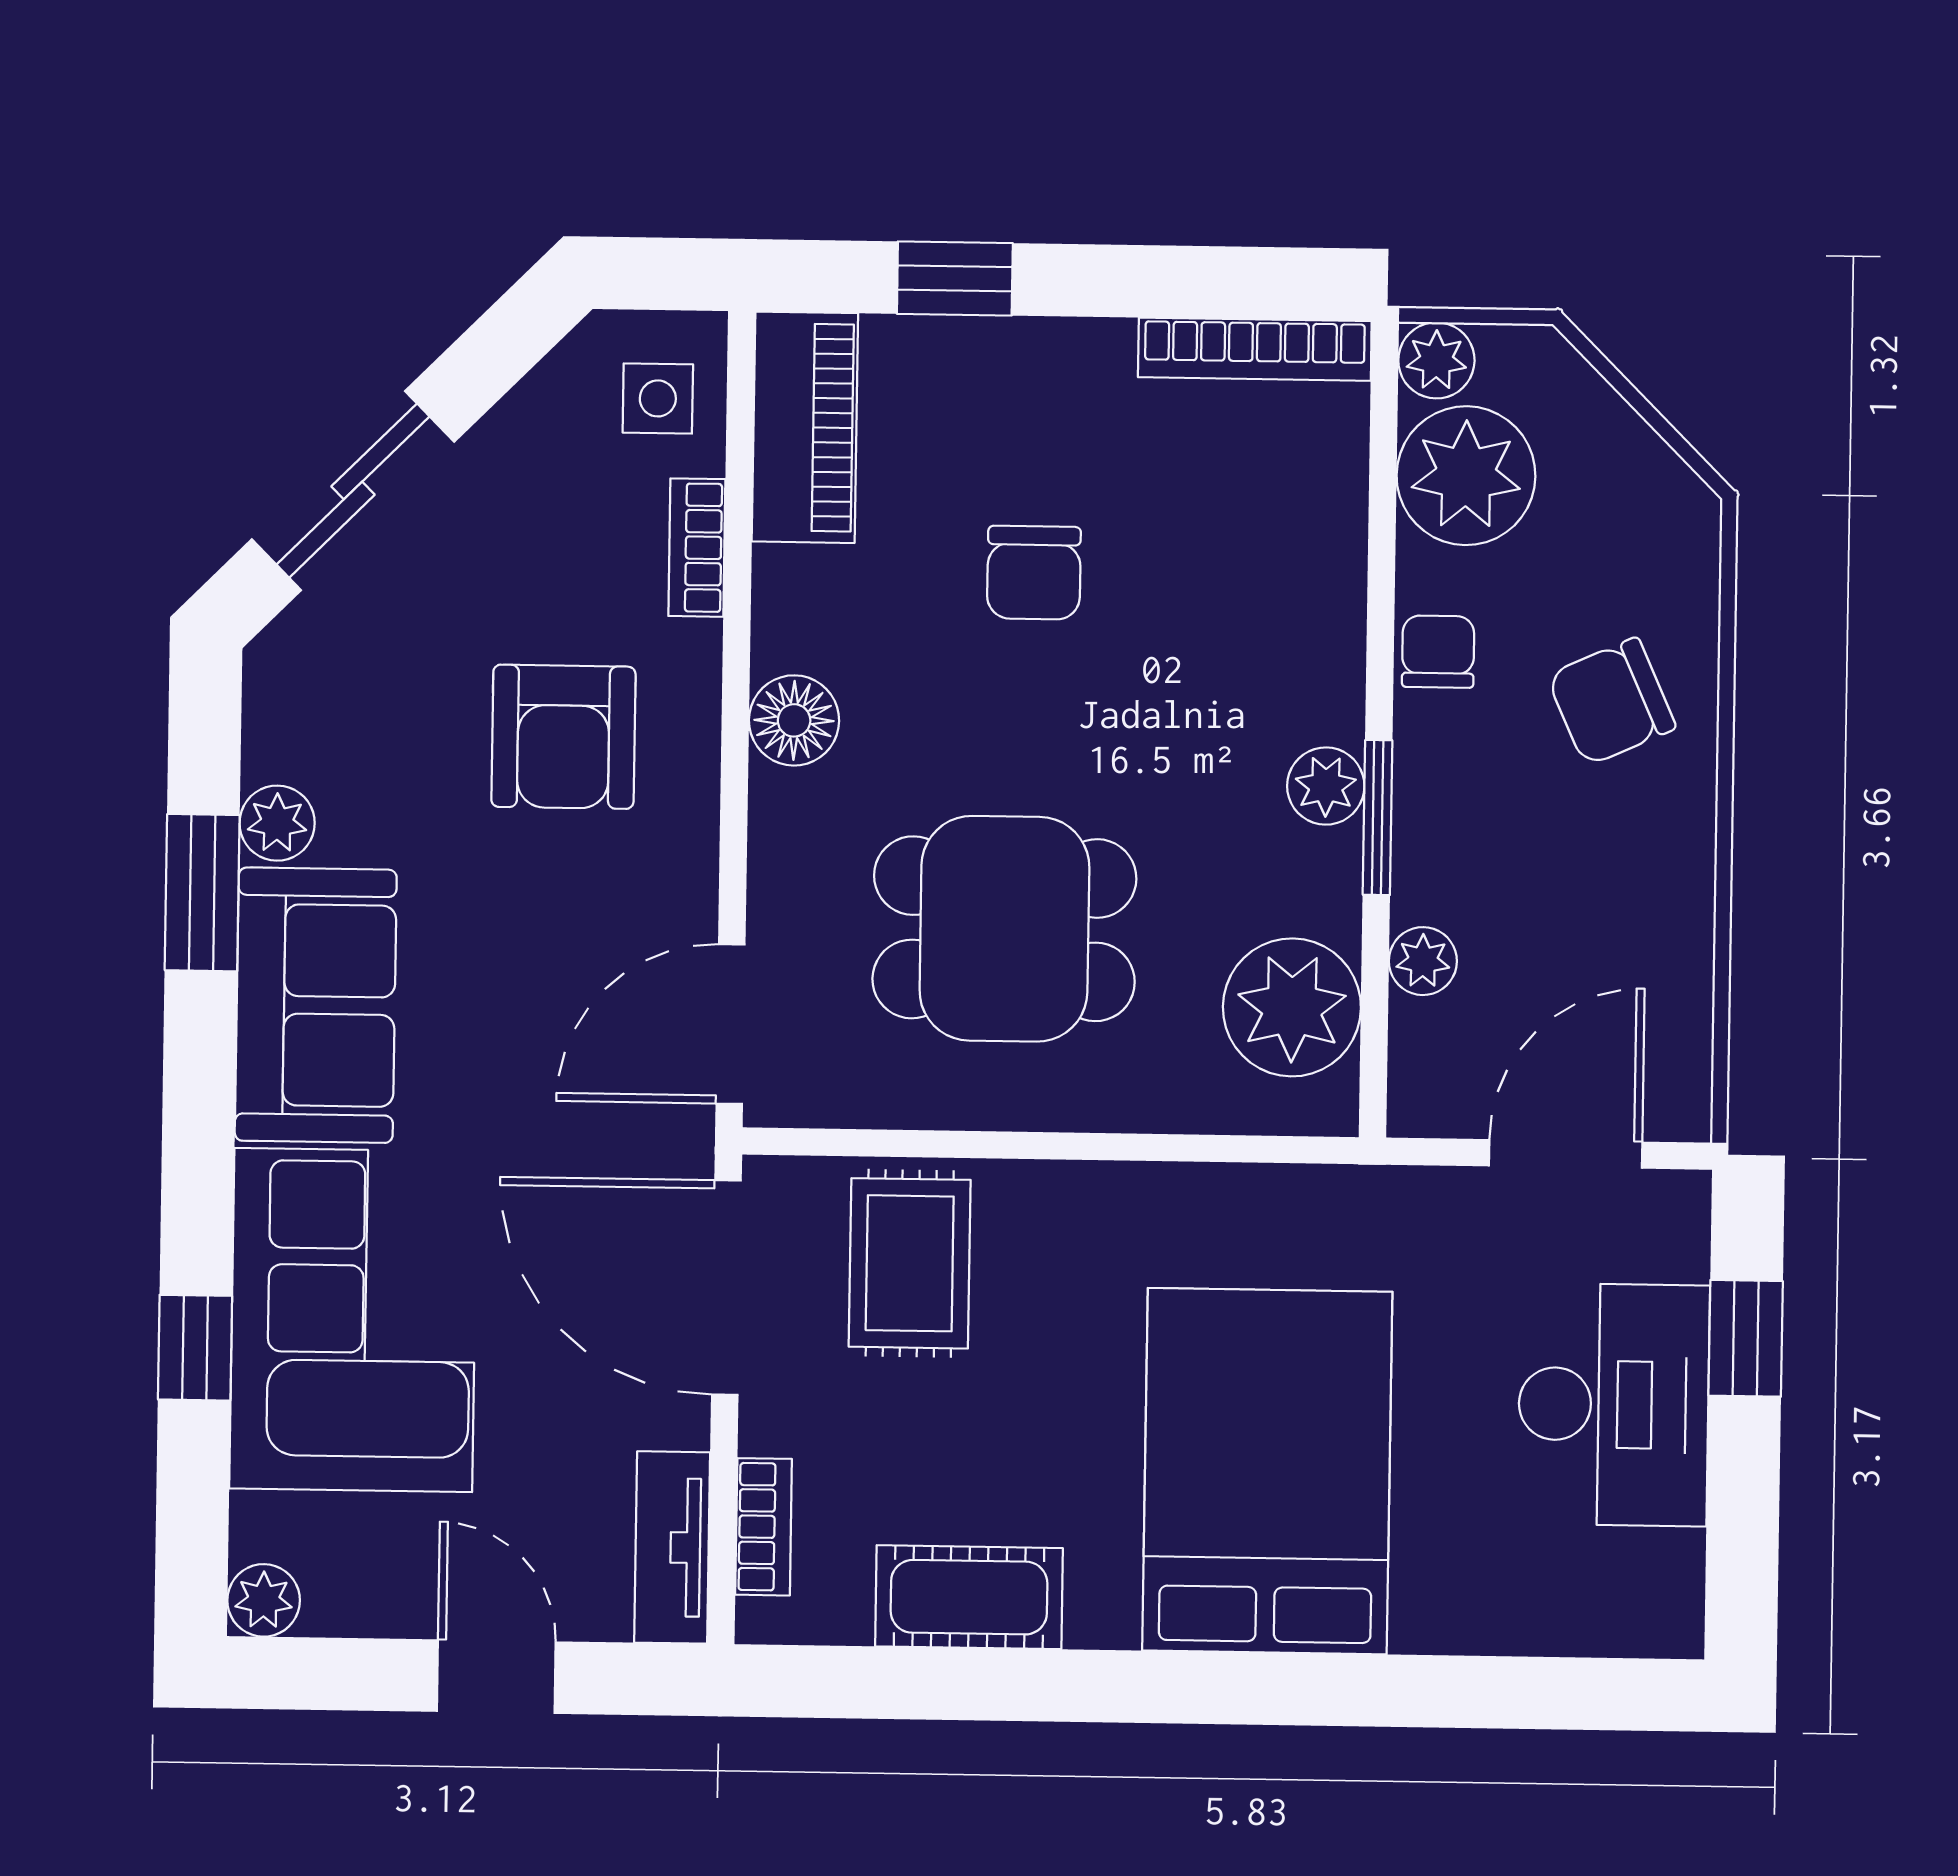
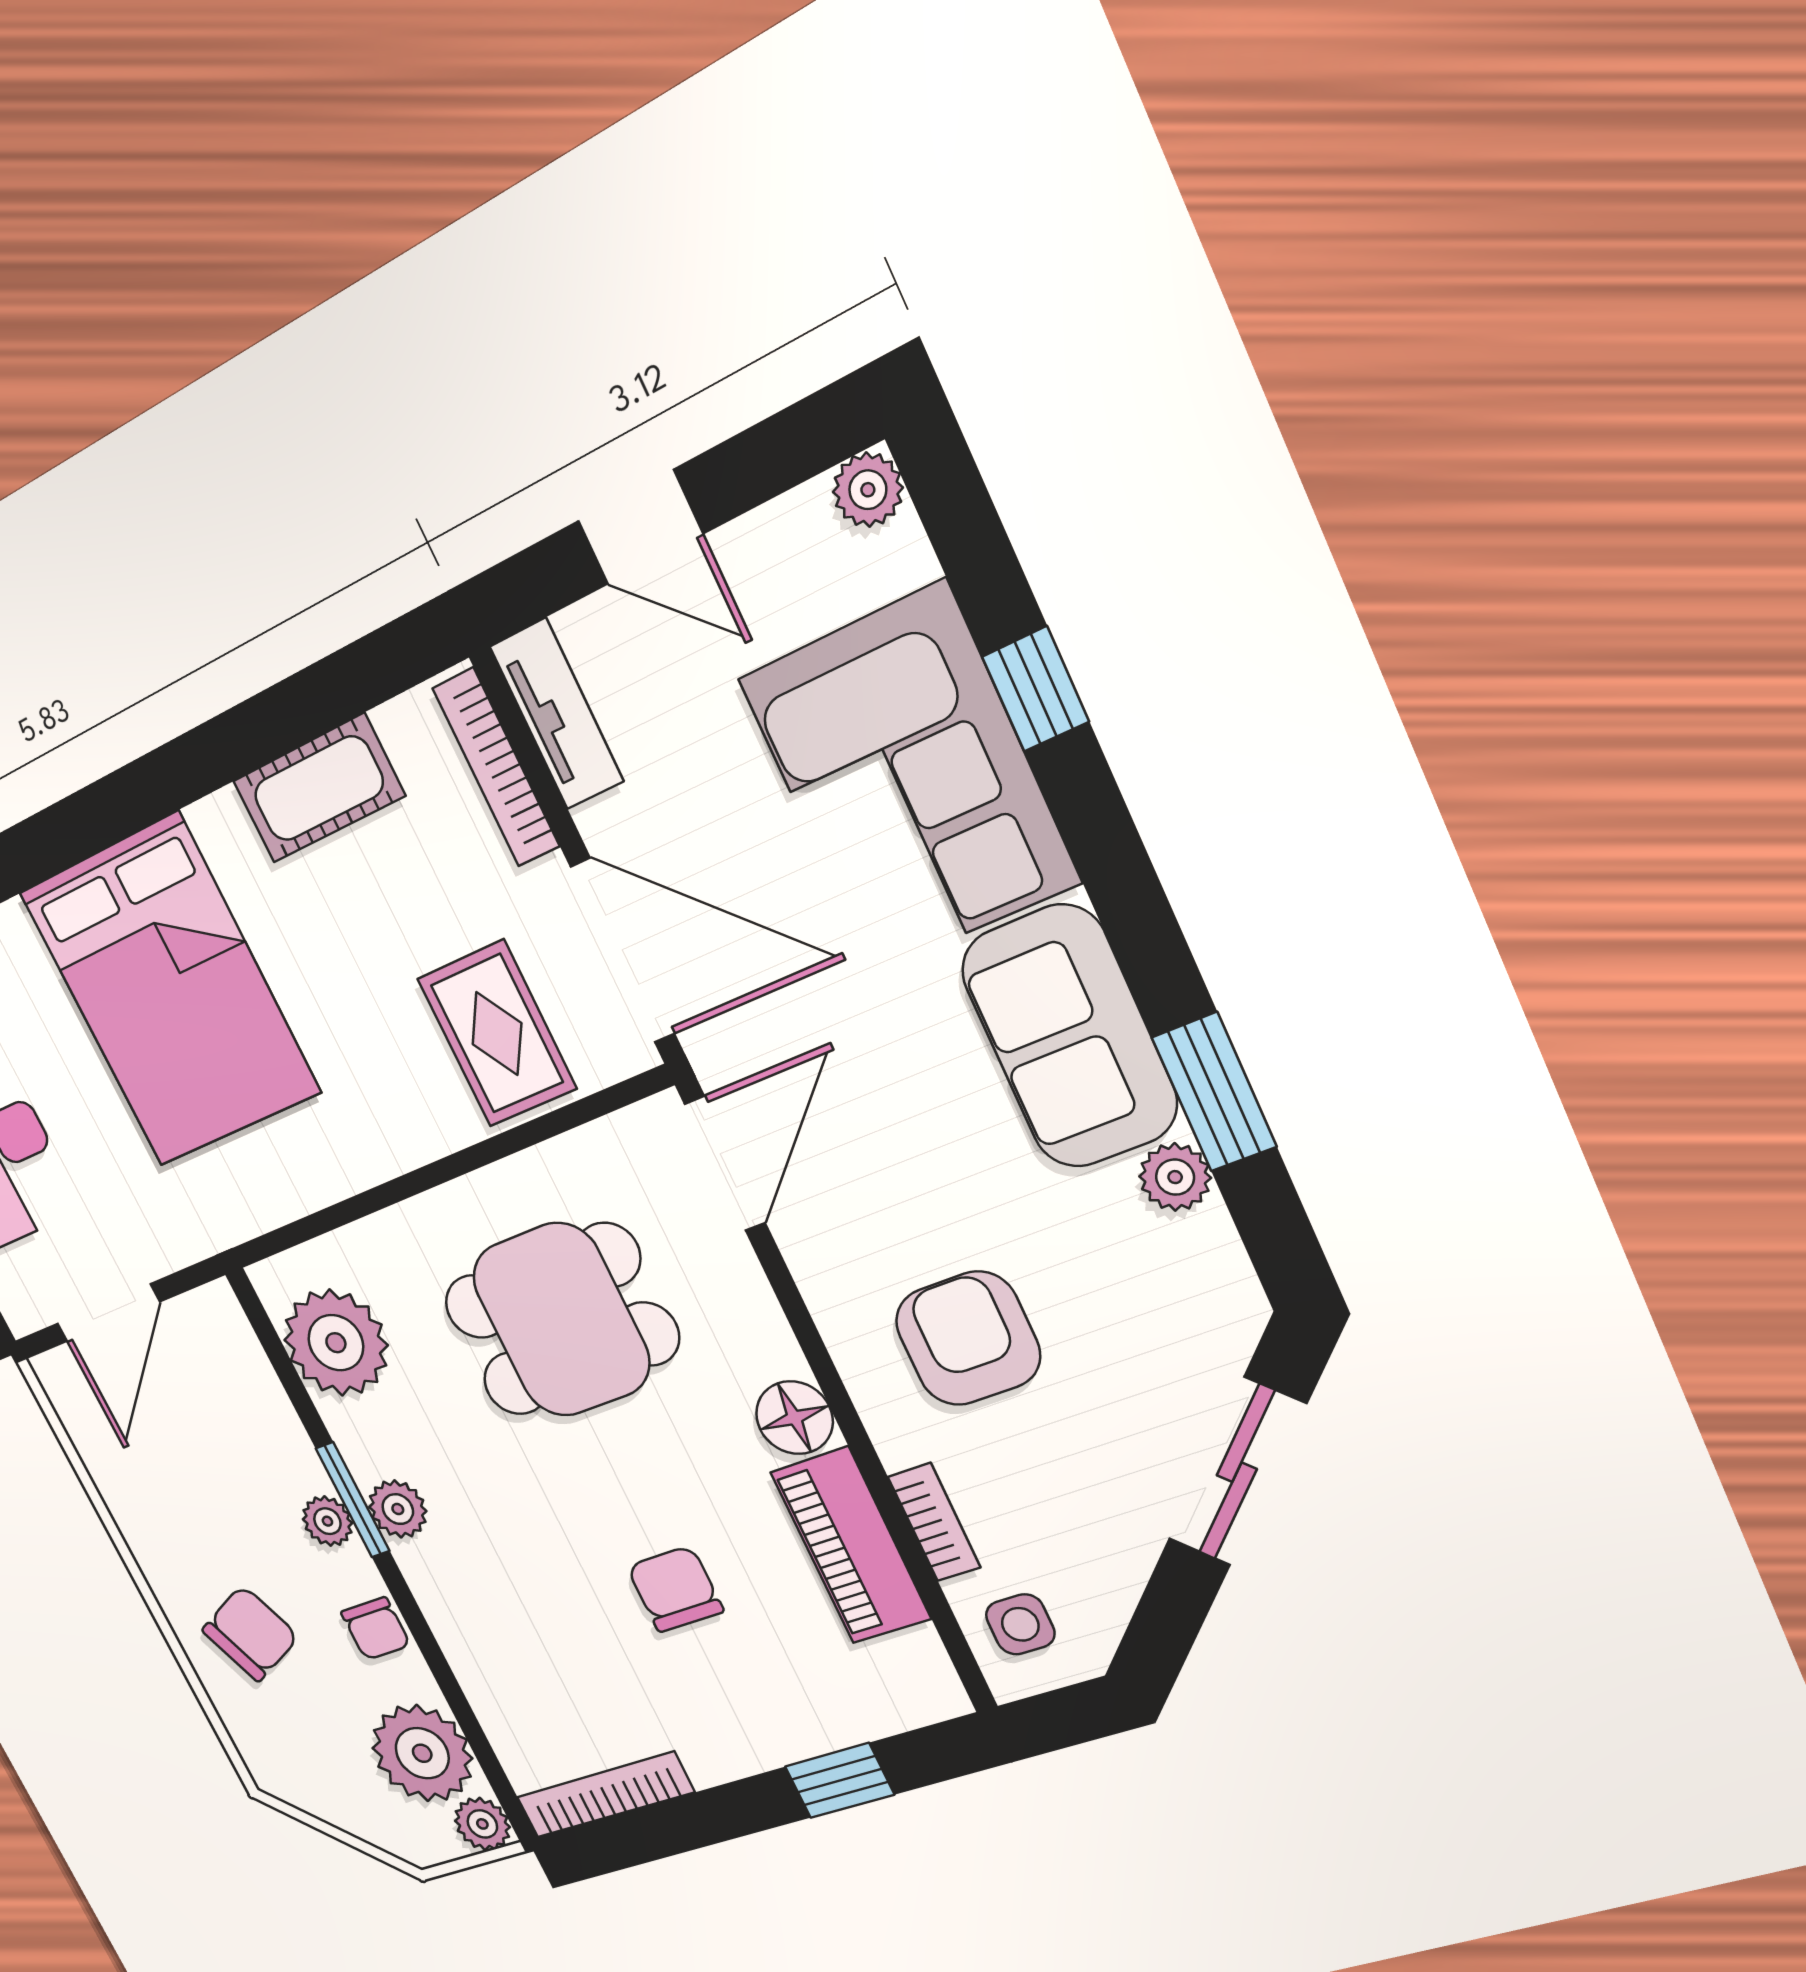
piano: (805, 427) -> (851, 1546), moved
plant: (1423, 961) -> (327, 1521), moved
bookcase: (764, 1527) -> (496, 768), width x1.56

